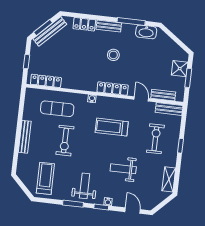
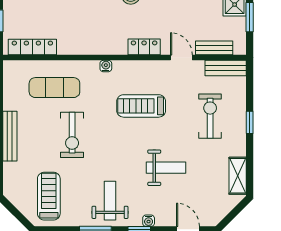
locker: (113, 89) -> (144, 47), width x0.66
weight bench: (123, 169) -> (166, 168), turned 180

